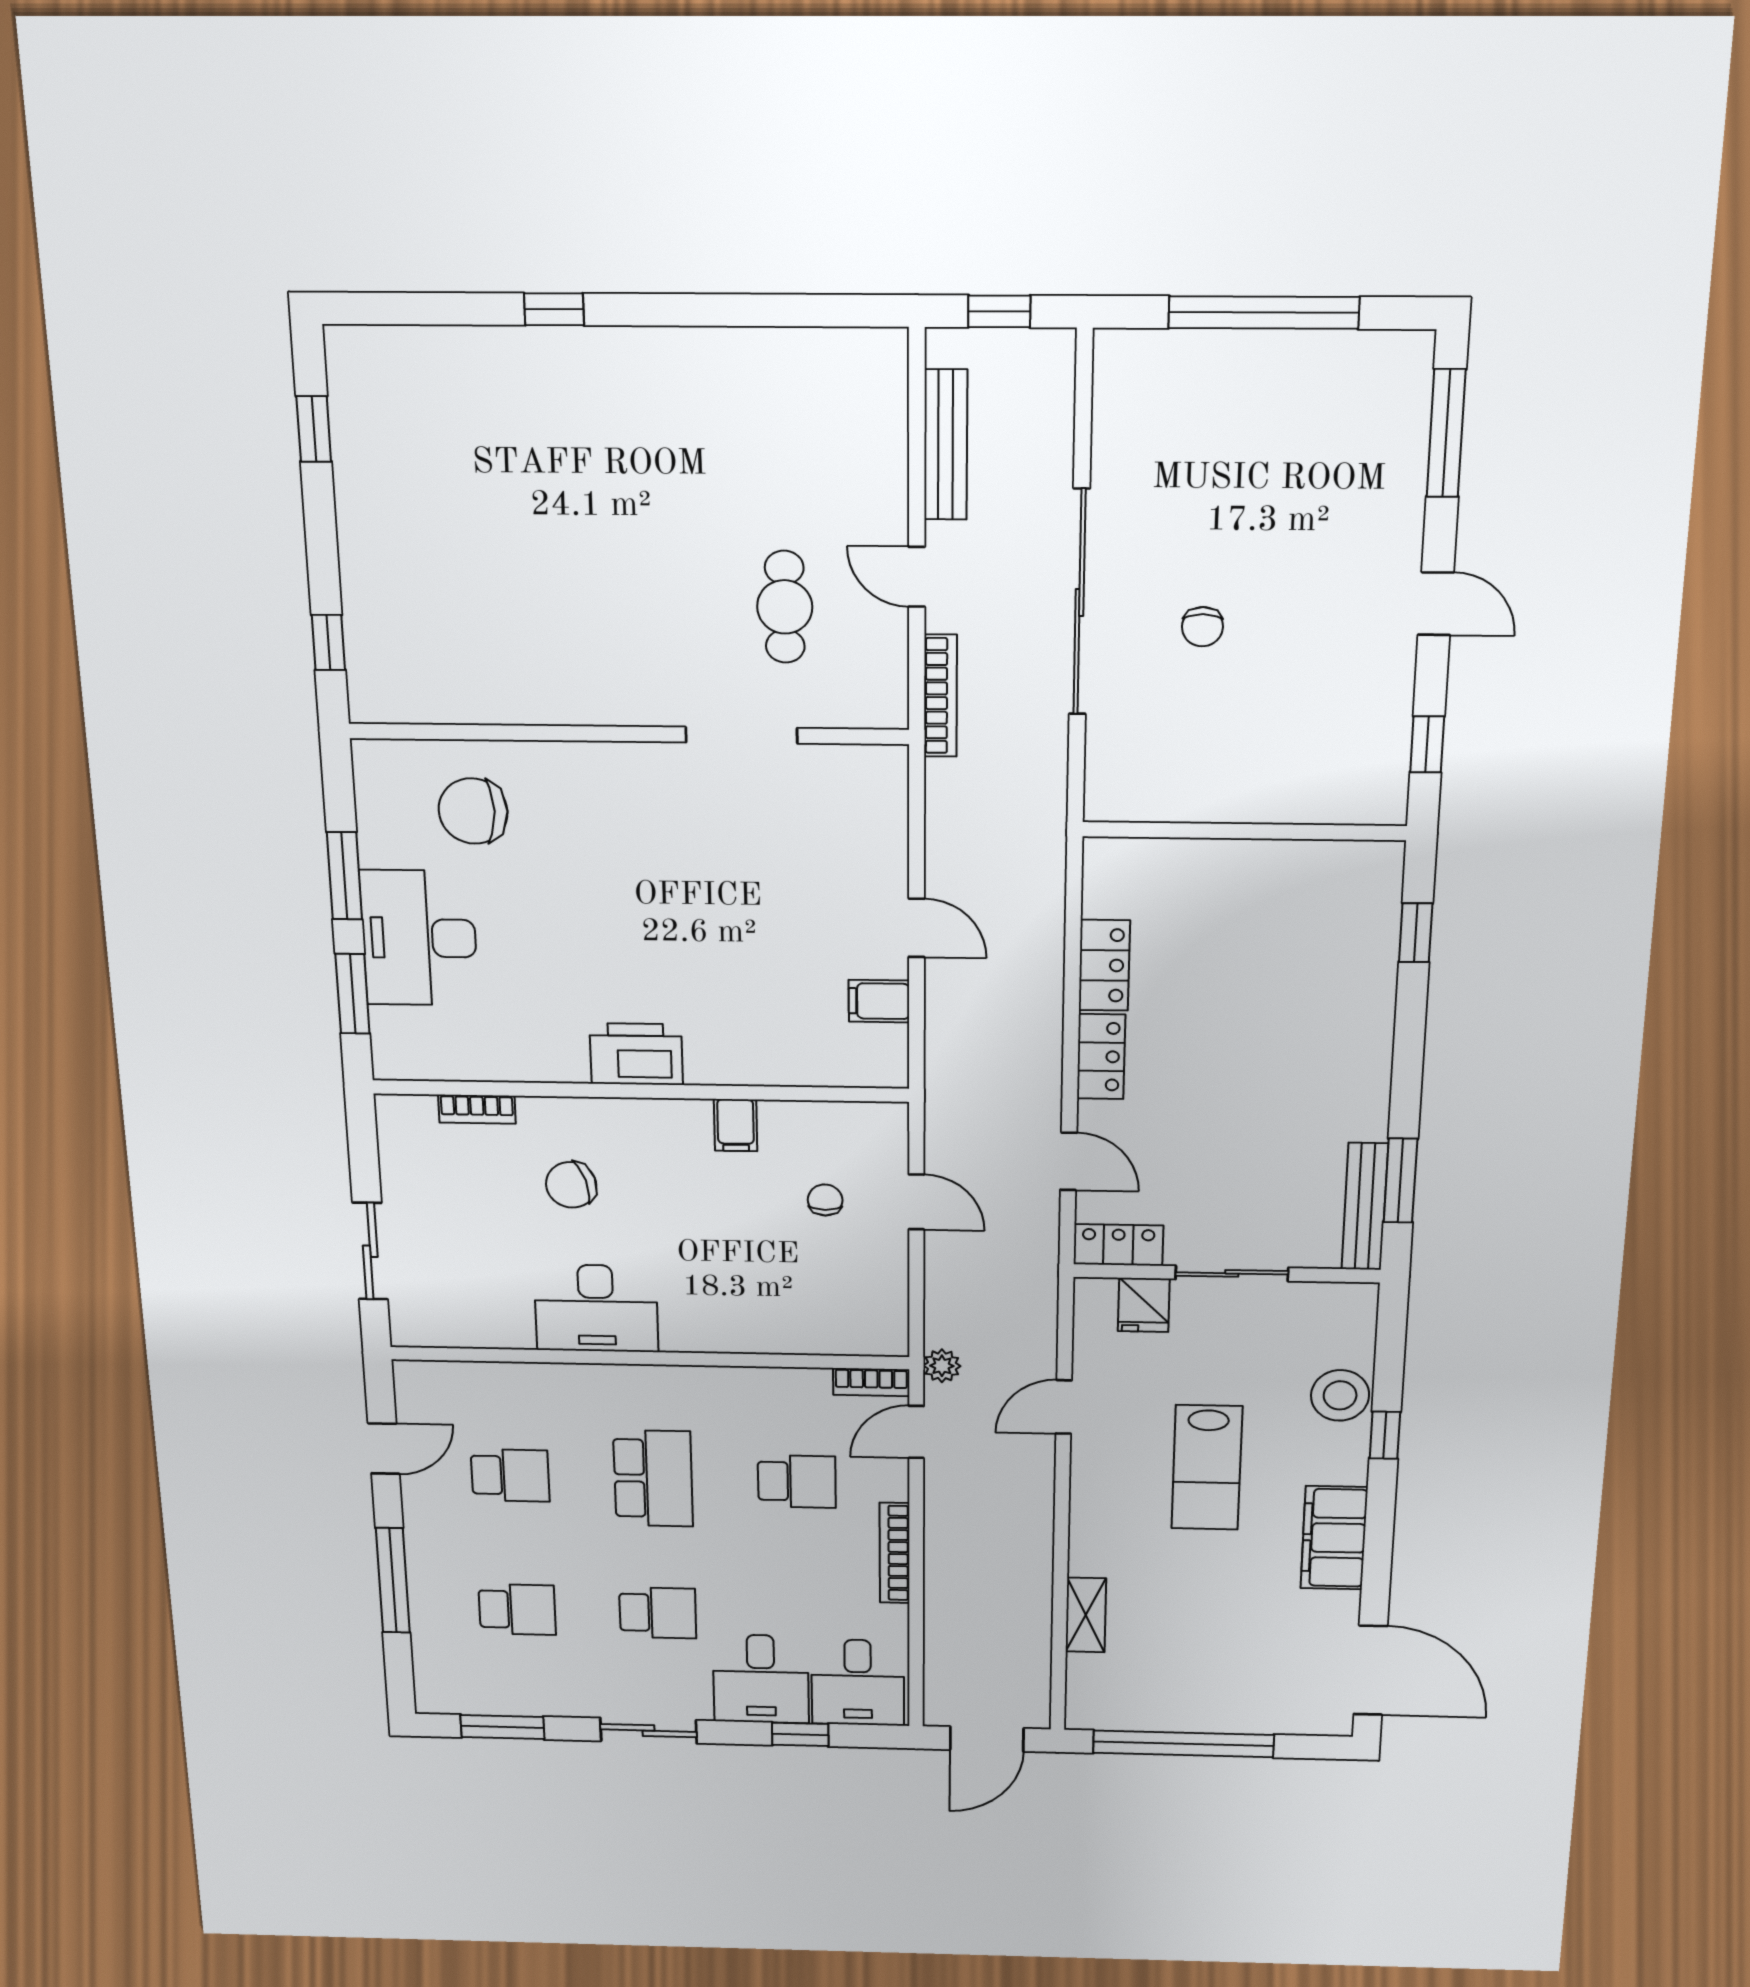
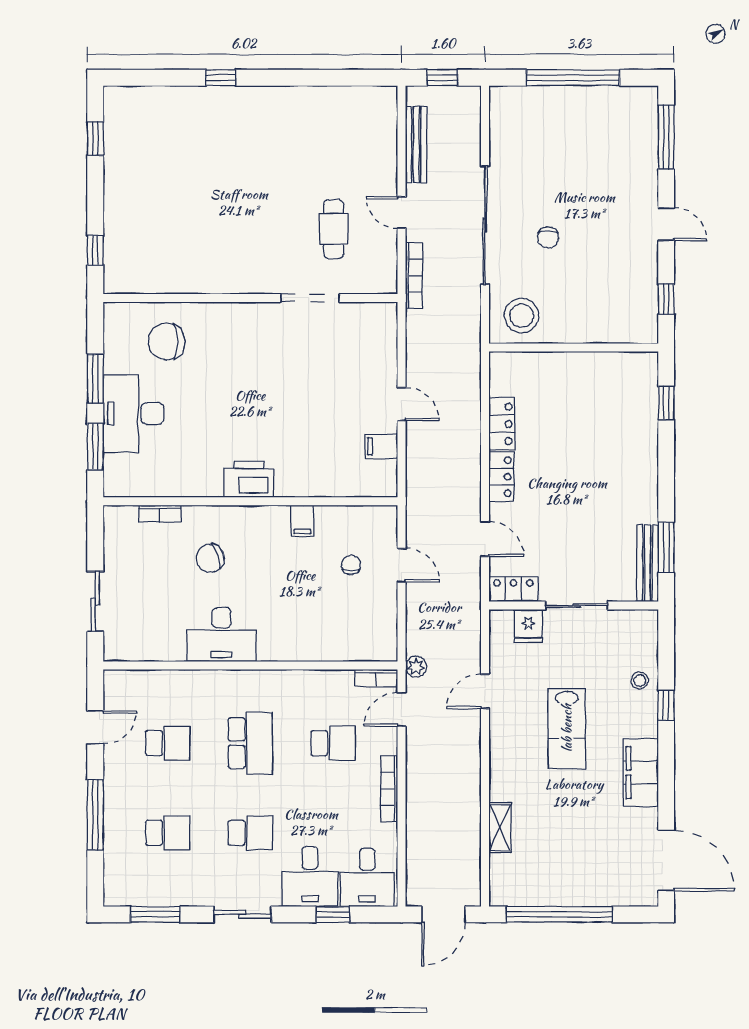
stool: (1146, 772) -> (521, 315), added
stool: (1340, 1395) -> (640, 680), width x0.53, depth x0.53

